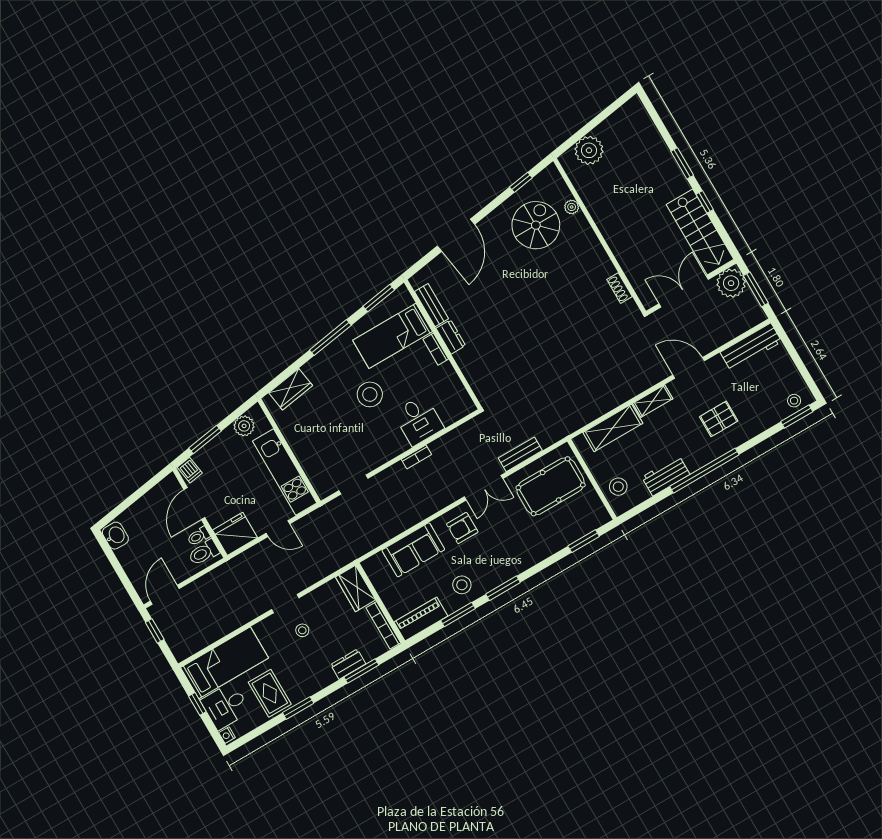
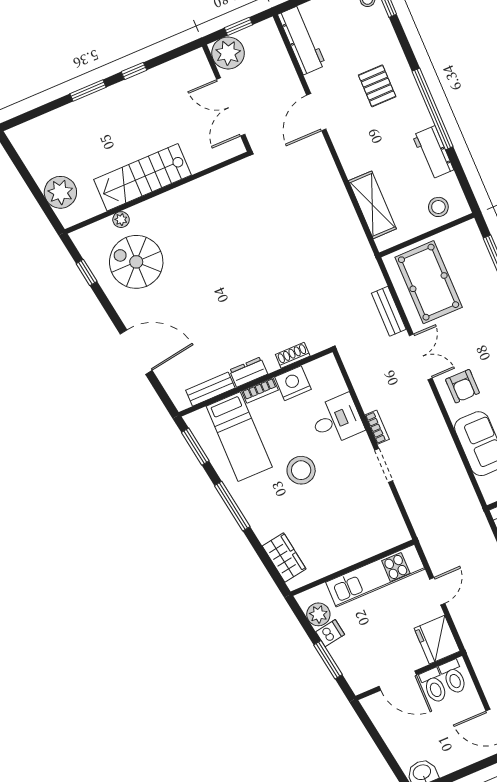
stairs: (700, 232) -> (142, 177), moved, turned 180
shoe rack: (619, 288) -> (293, 355), moved, turned 180
window: (756, 289) -> (239, 26), width x0.67
nightstand: (446, 378) -> (293, 383), added
shelving: (653, 401) -> (348, 157), removed
dishwasher: (190, 470) -> (330, 633), moved
doorway: (353, 484) -> (384, 465), moved
toilet: (199, 536) -> (434, 686), width x1.37, depth x1.39

